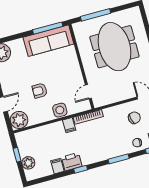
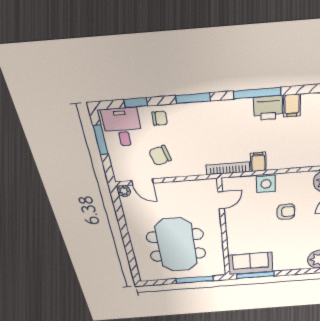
sofa: (48, 41) -> (250, 263), width x0.73
window: (81, 169) -> (257, 93), width x2.17

